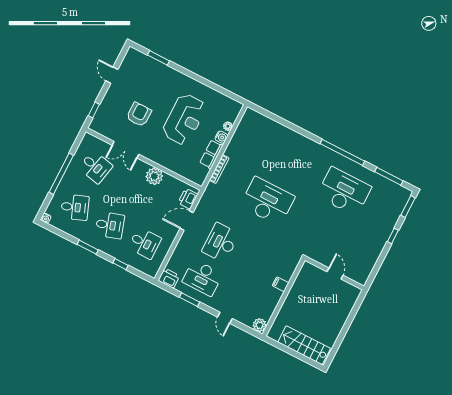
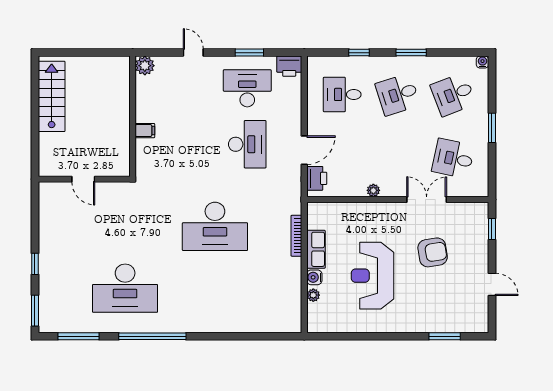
armchair: (139, 114) -> (433, 252), turned -99
window: (61, 174) -> (492, 128), width x0.47
plant: (154, 176) -> (373, 190), width x0.53, depth x0.53
stairs: (304, 345) -> (52, 96), moved, turned -90

